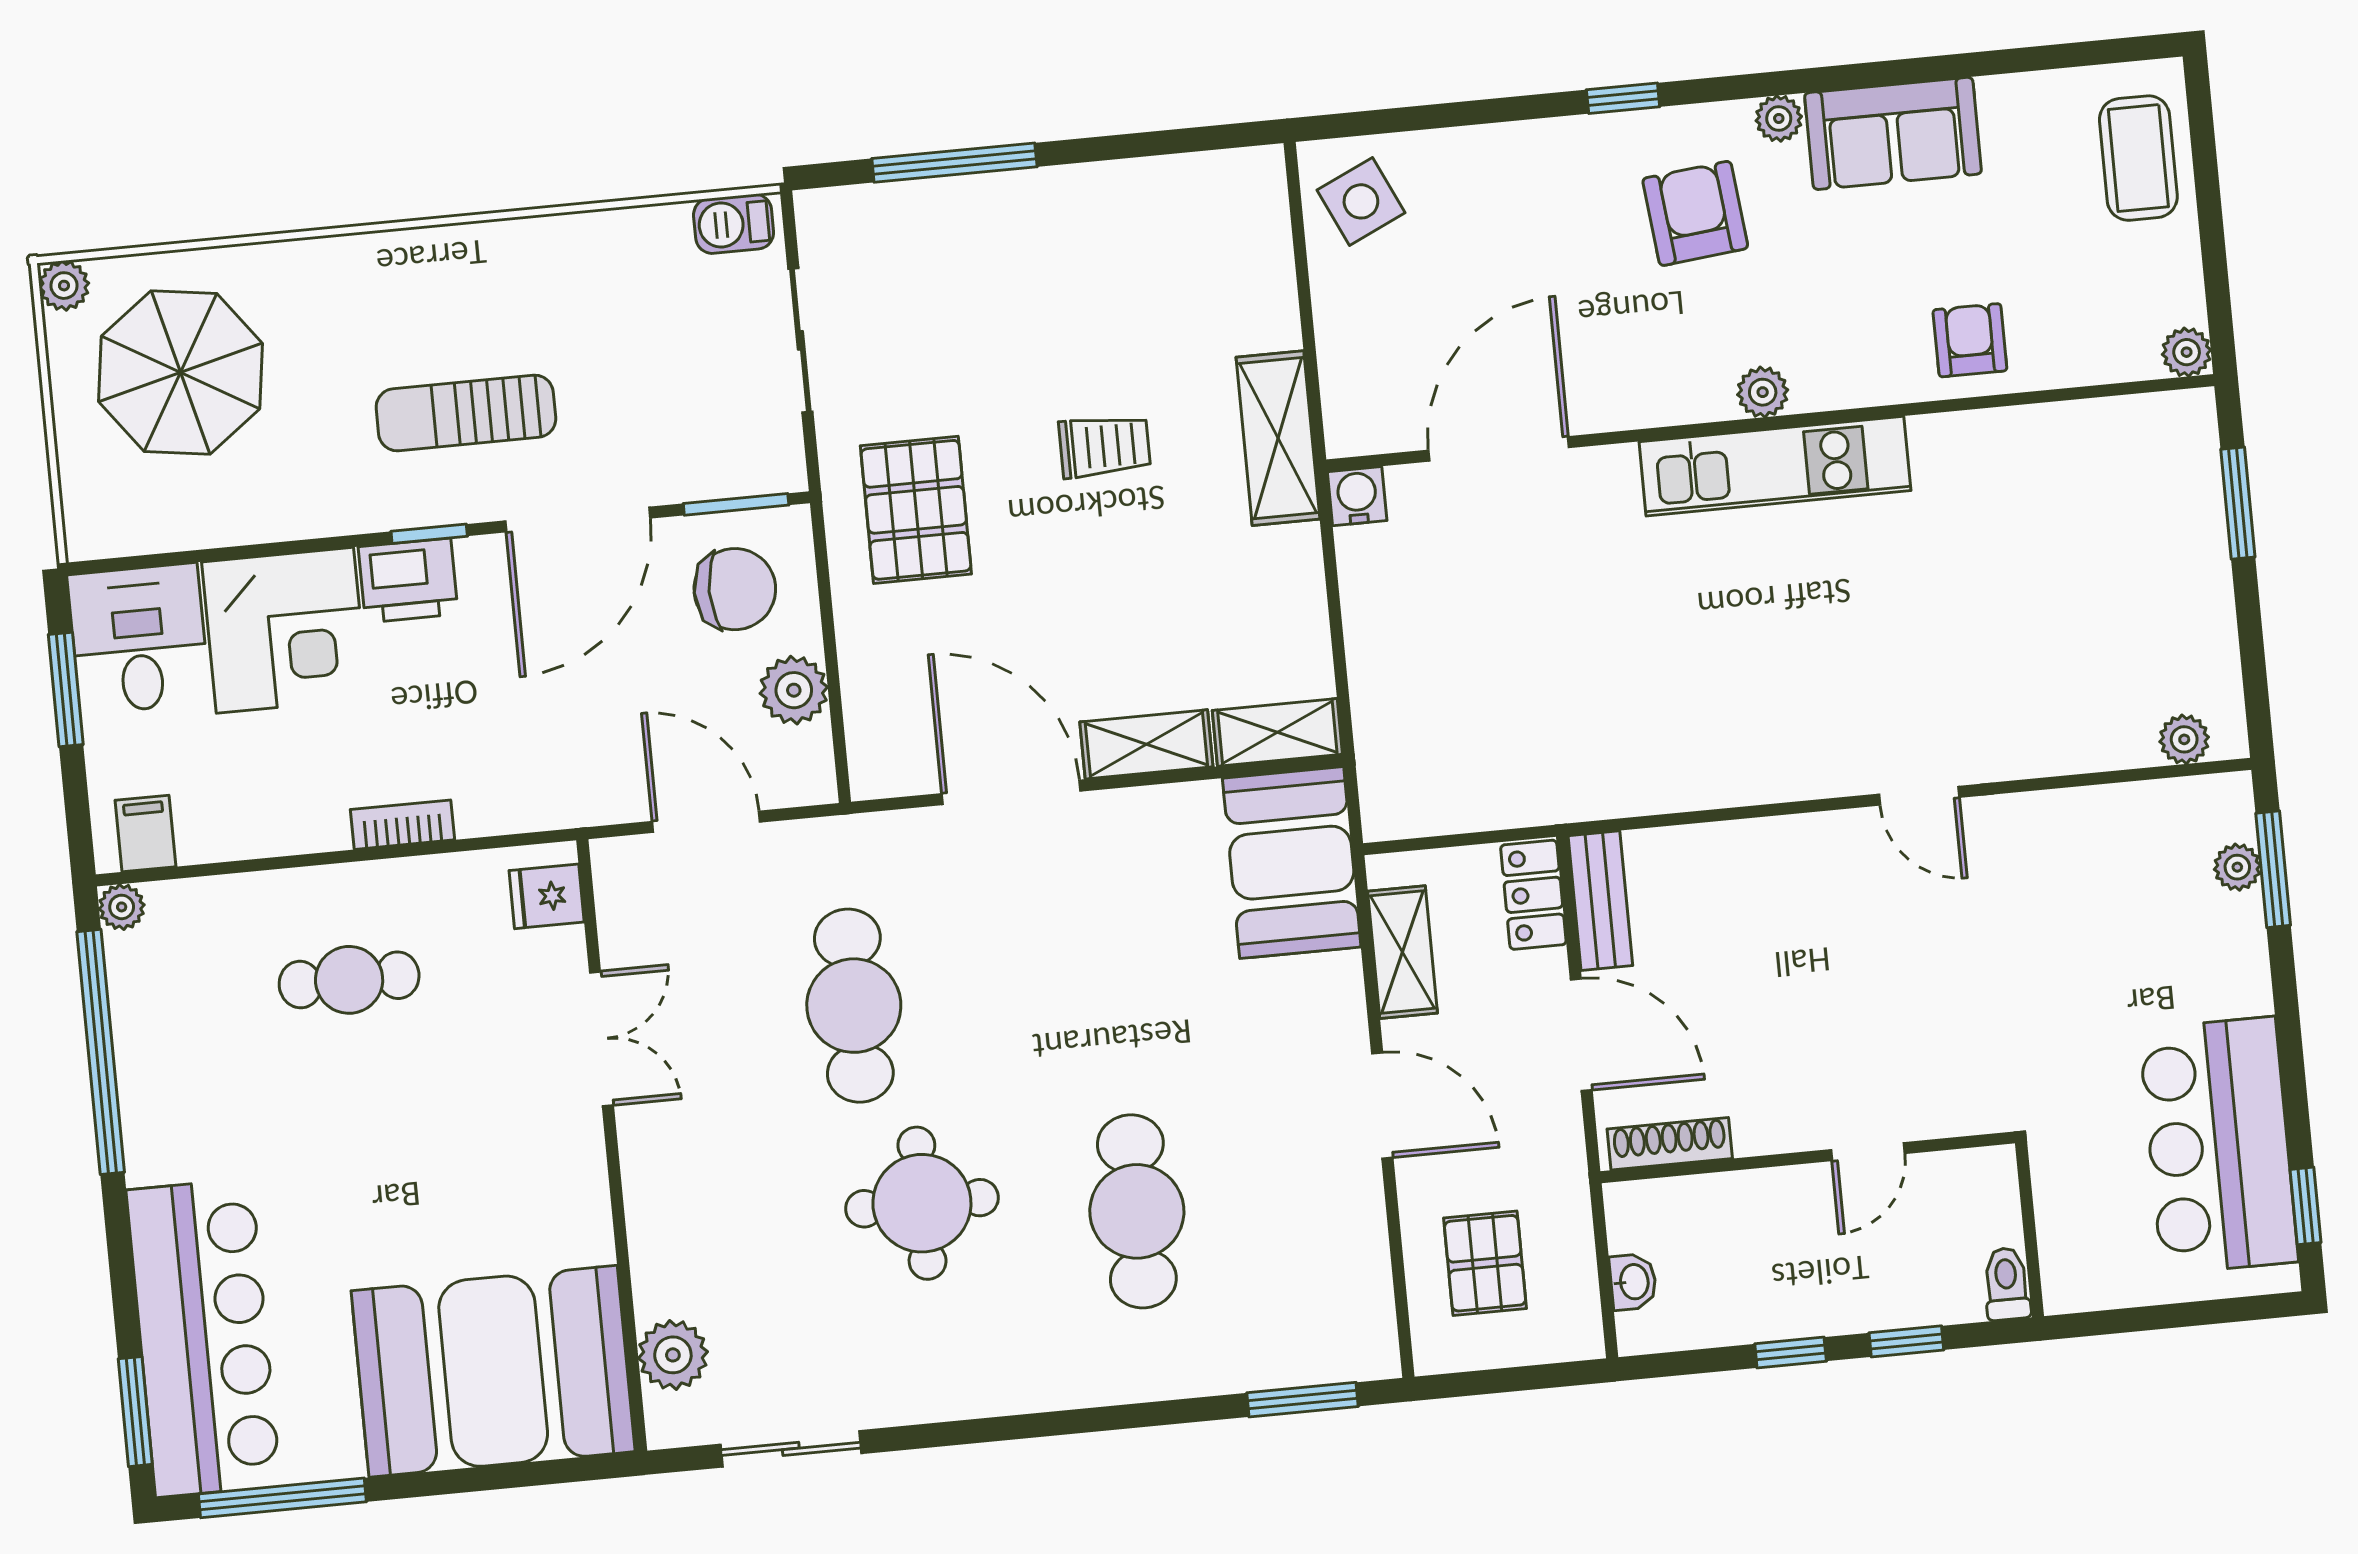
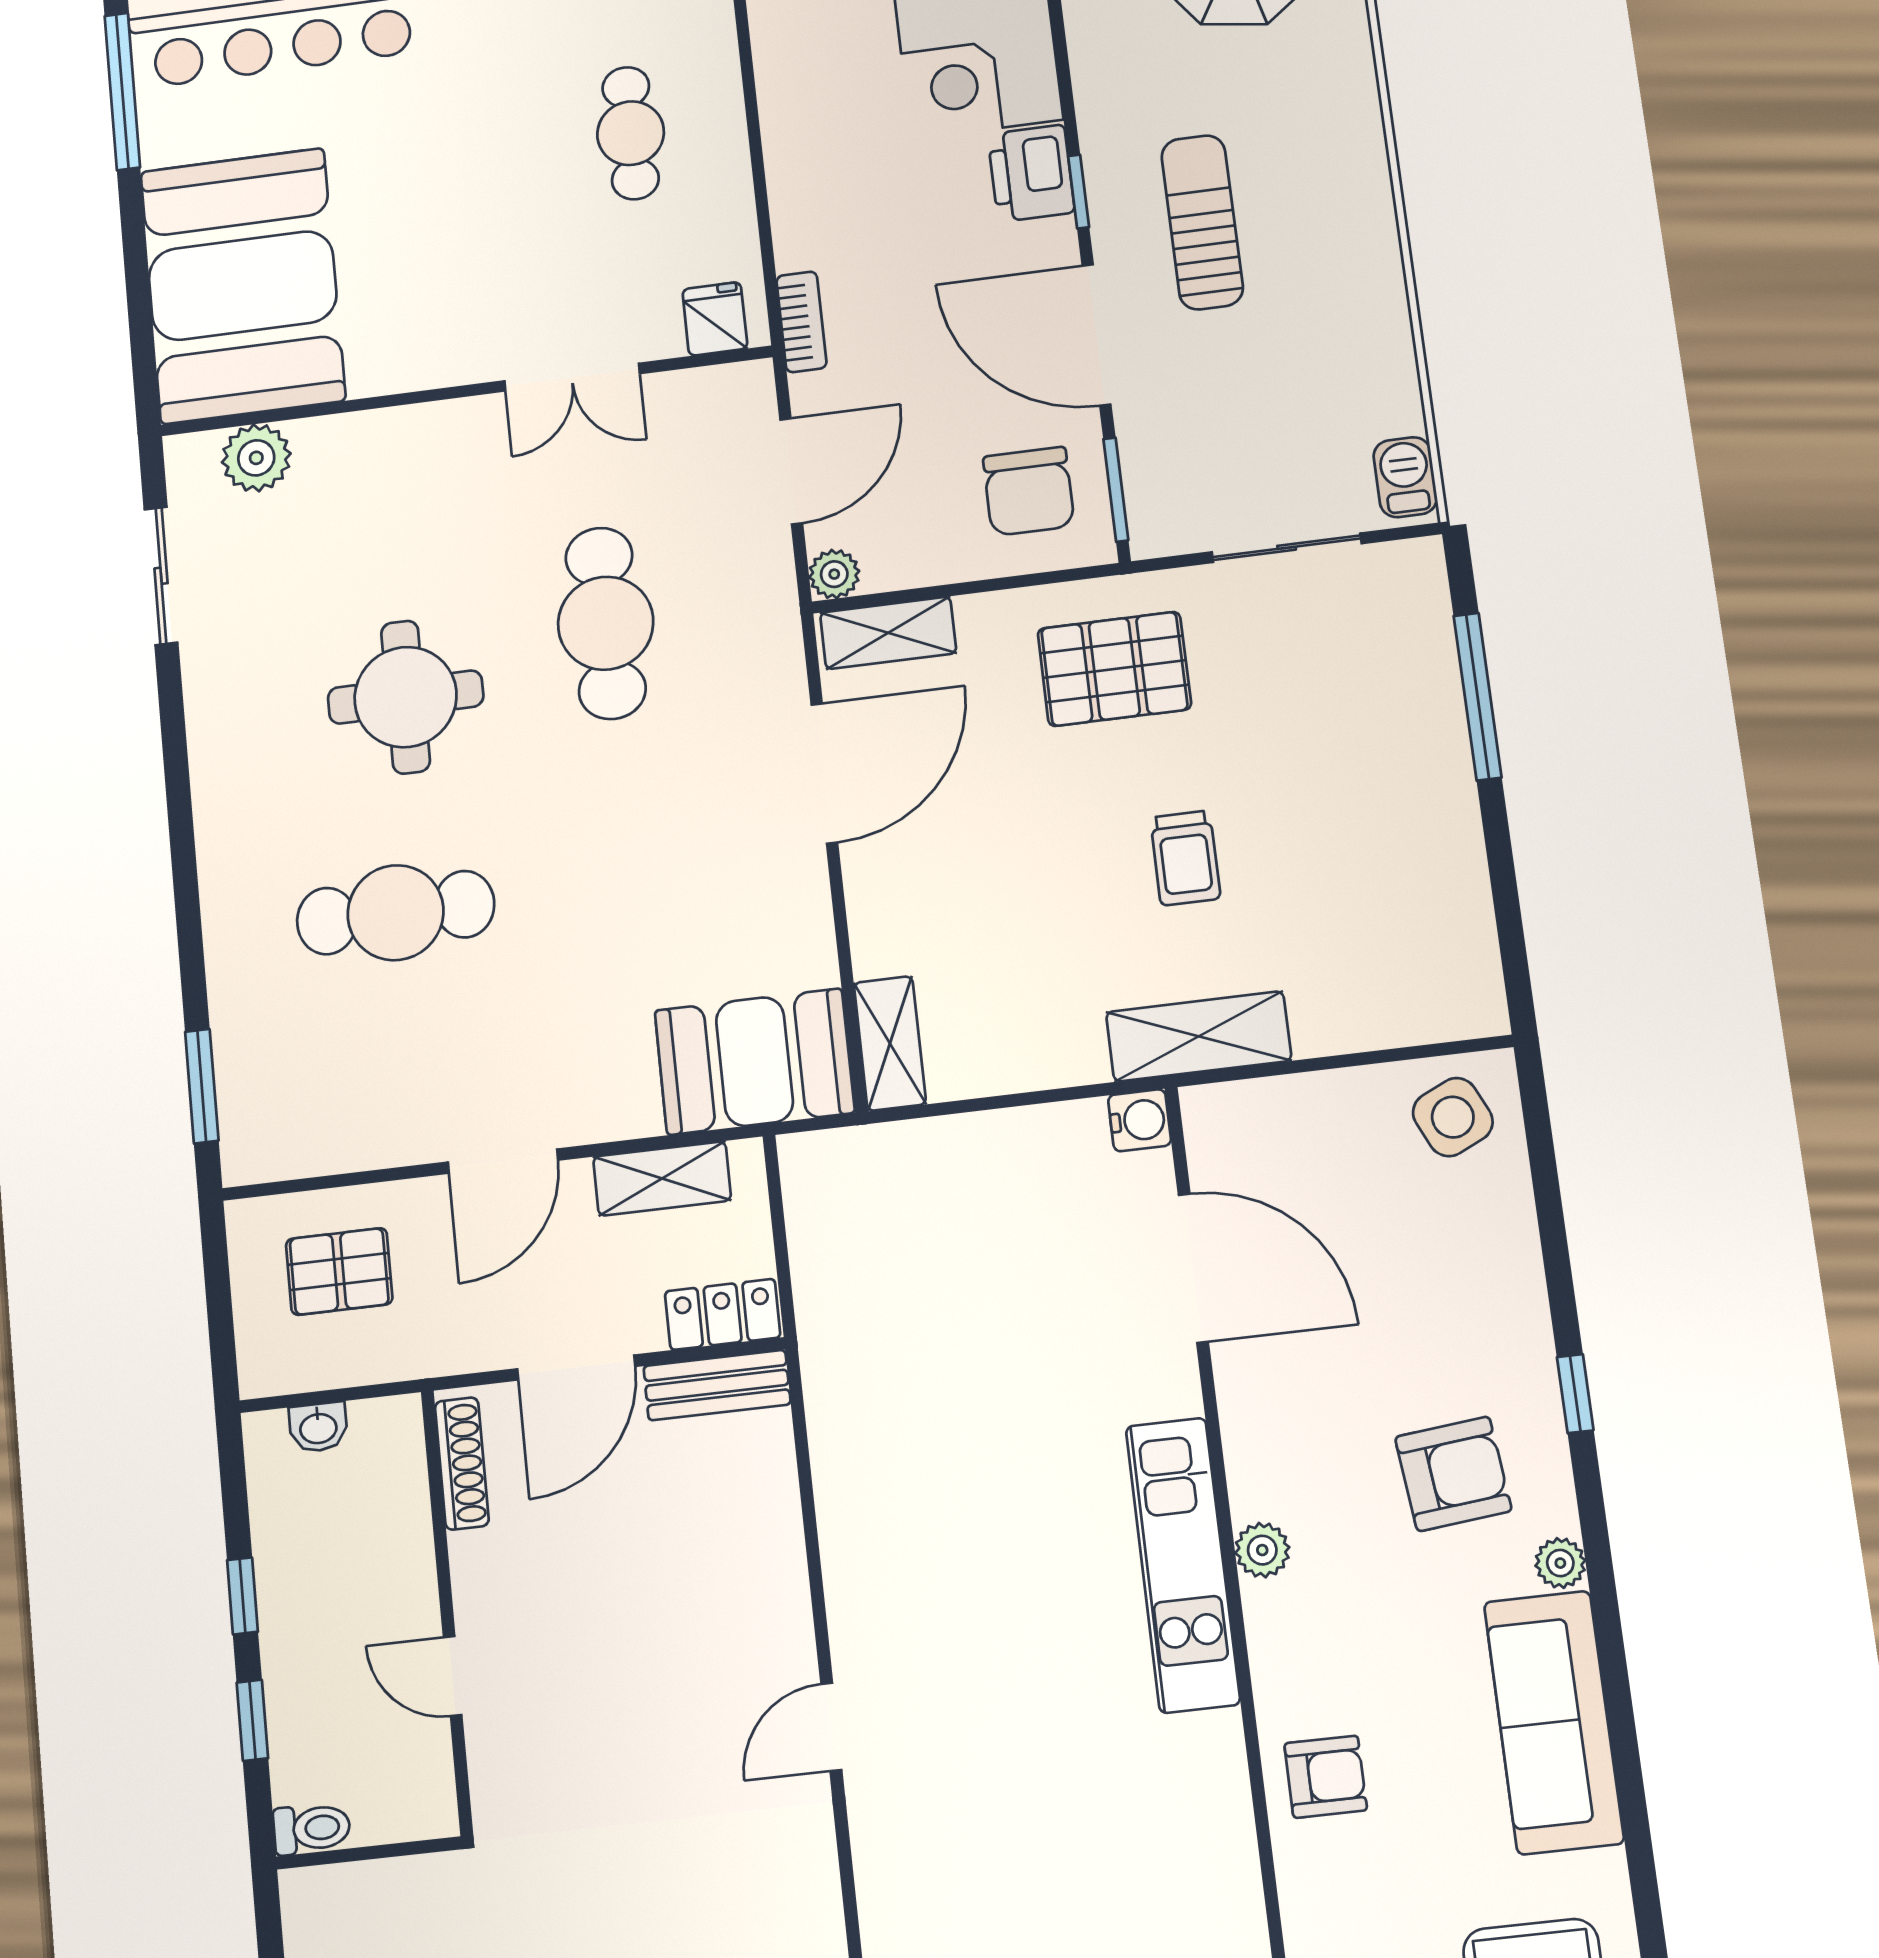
sofa: (1893, 133) -> (1554, 1722), width x1.36
plant: (794, 690) -> (834, 574), moved, width x0.73, depth x0.73
shelving: (1146, 744) -> (888, 633), moved, turned 90
bookcase: (402, 825) -> (801, 322), moved
cafe table: (854, 1006) -> (606, 623), turned 90

